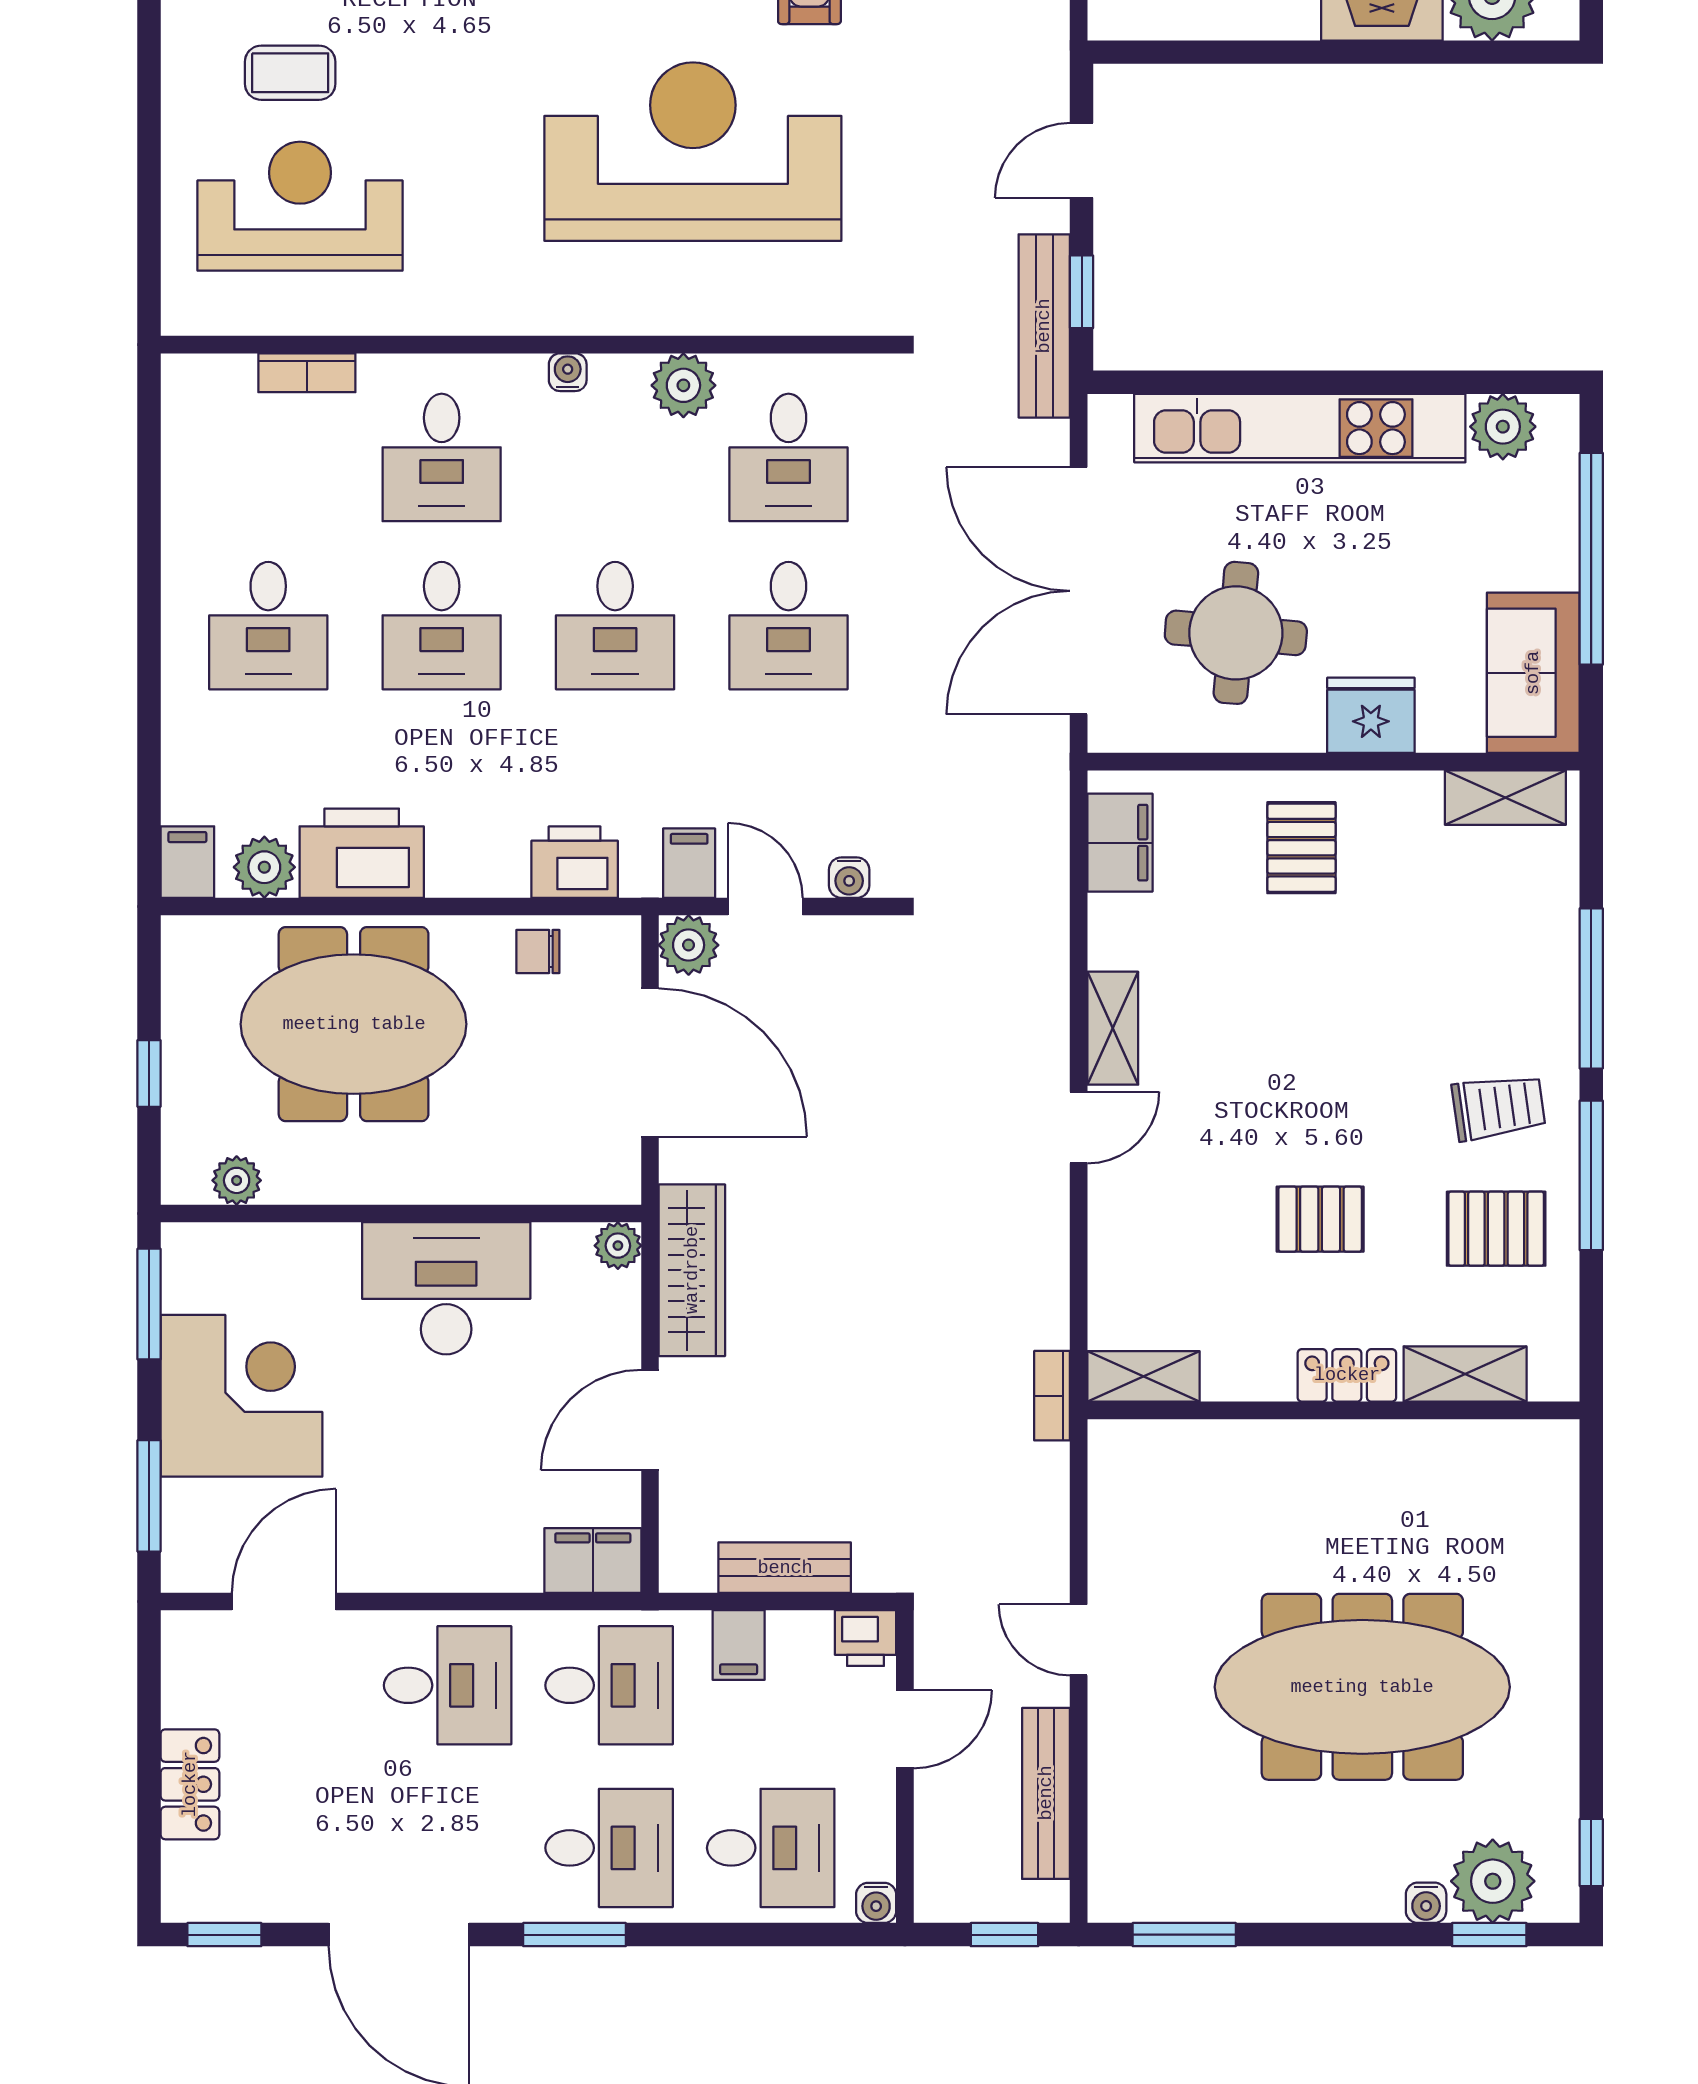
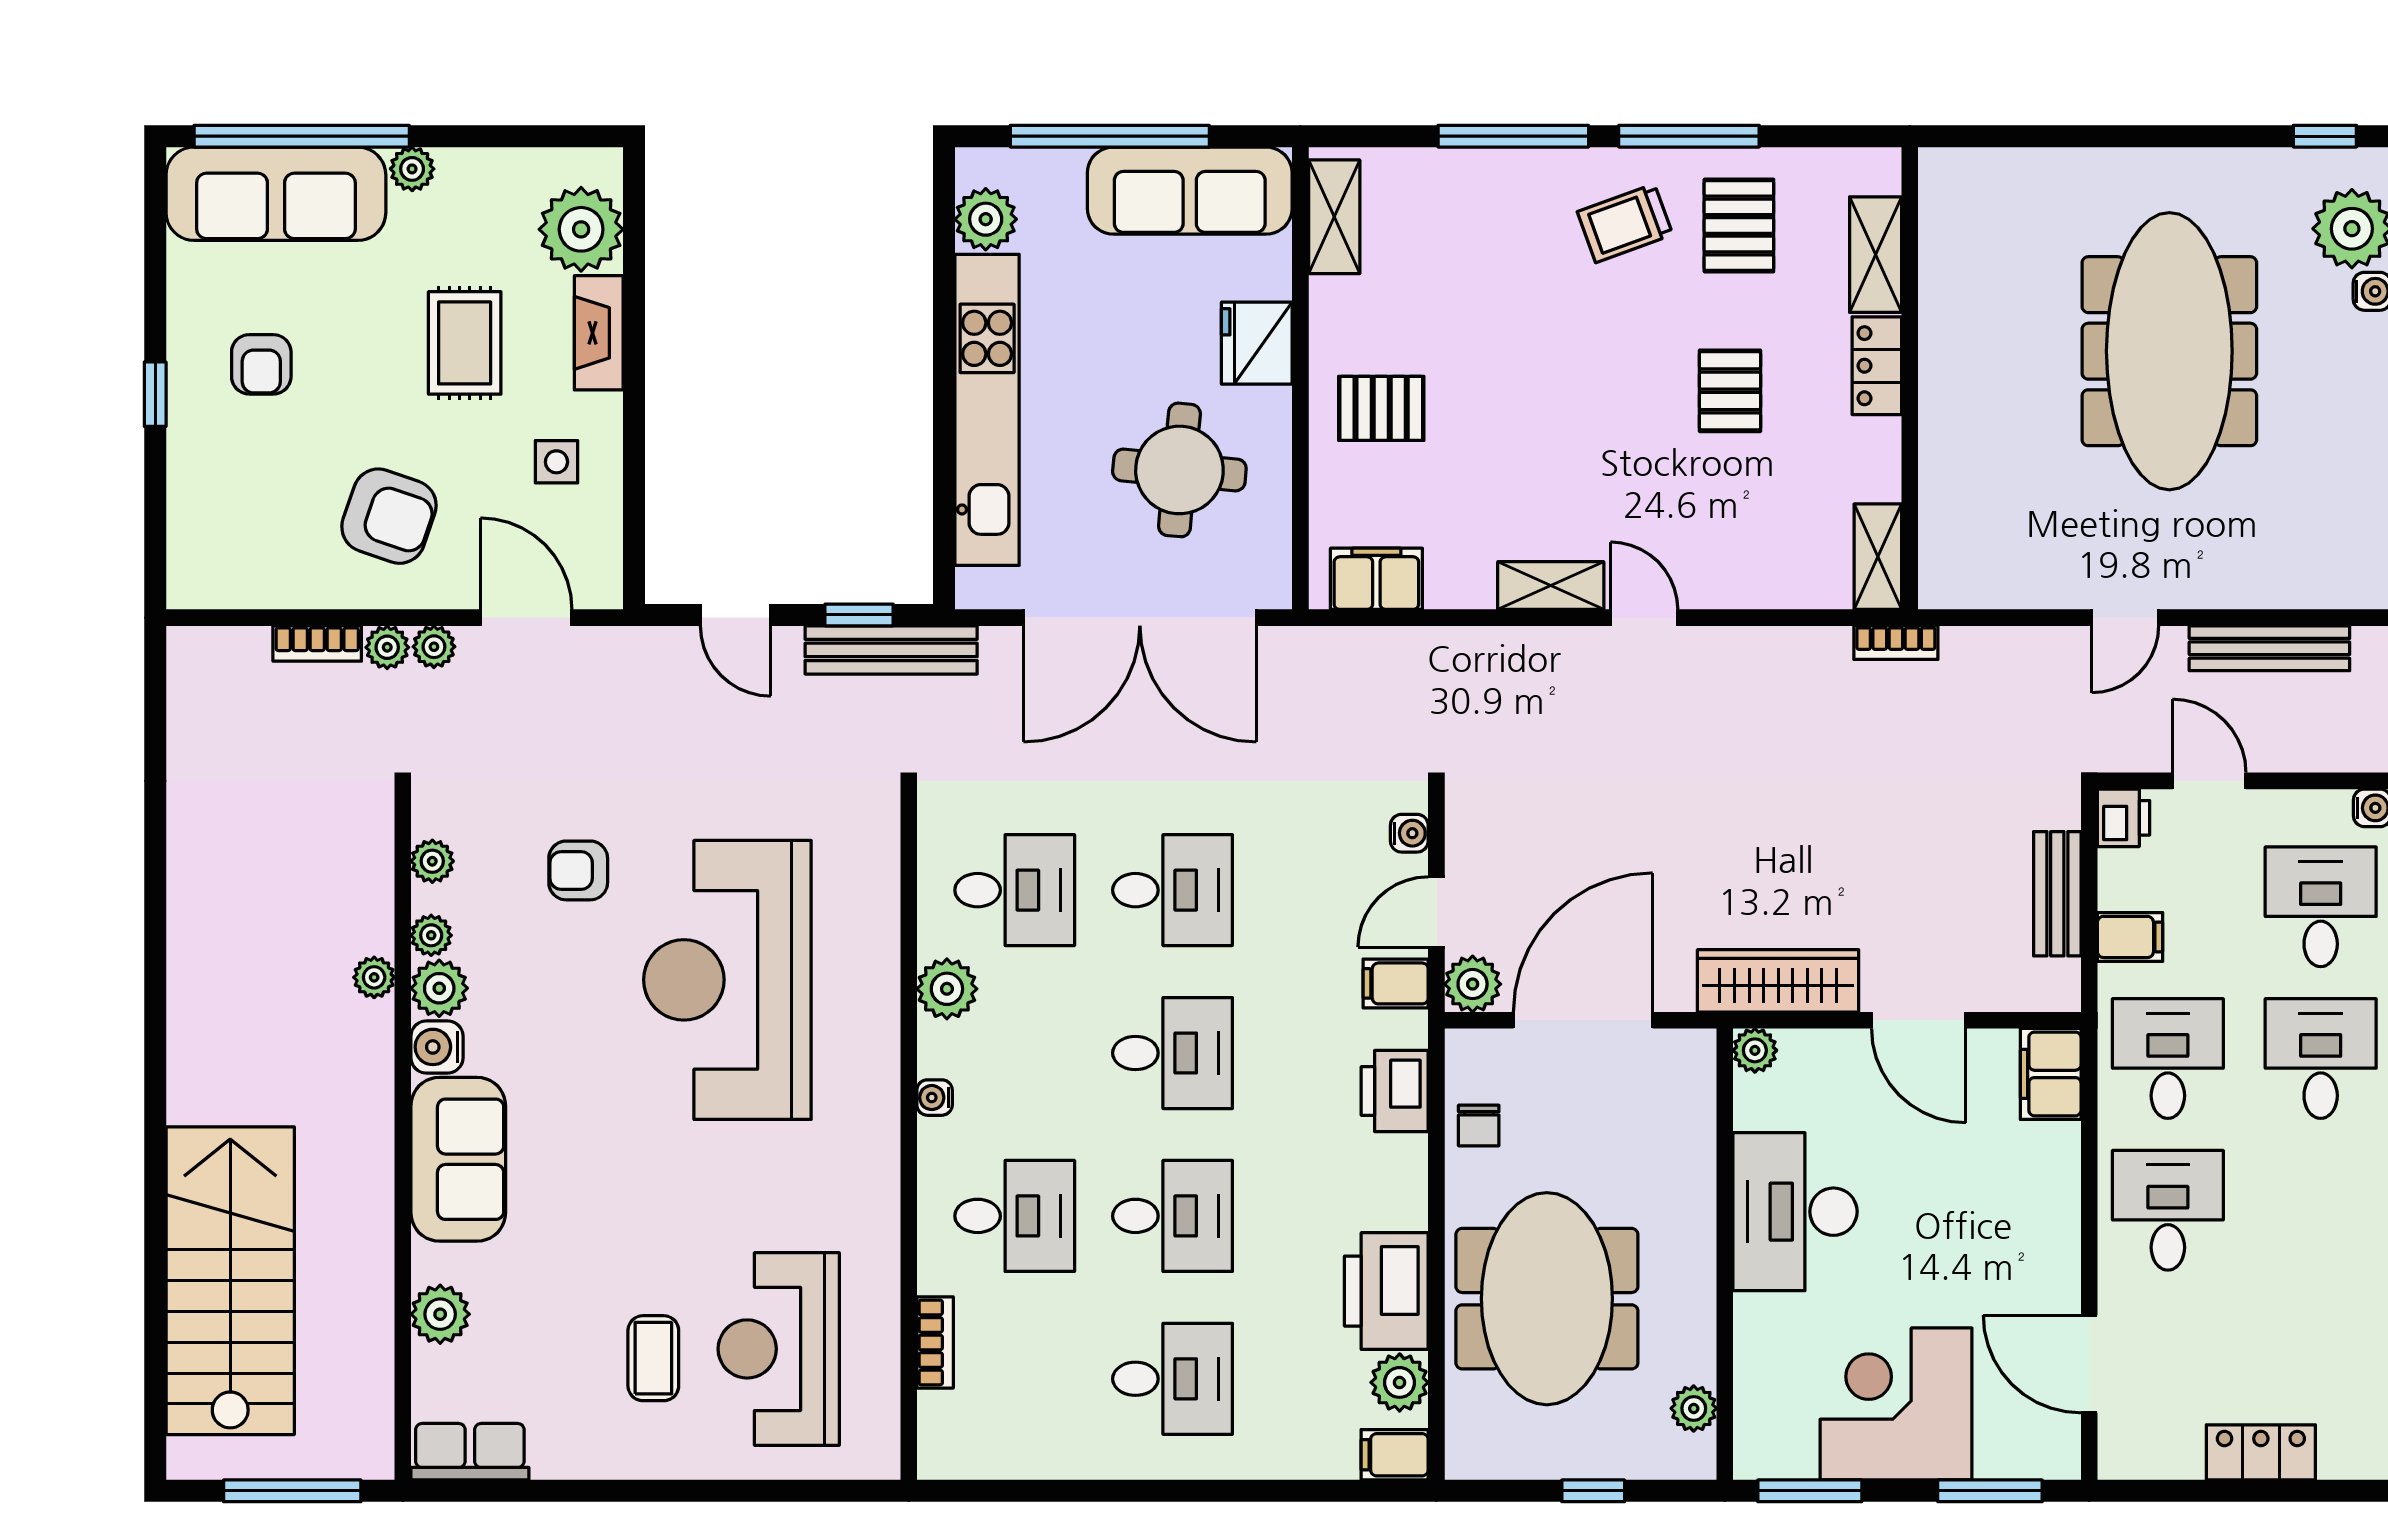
sofa: (1533, 673) -> (1190, 191), width x1.36
trolley: (1499, 1107) -> (1625, 223), turned -102

